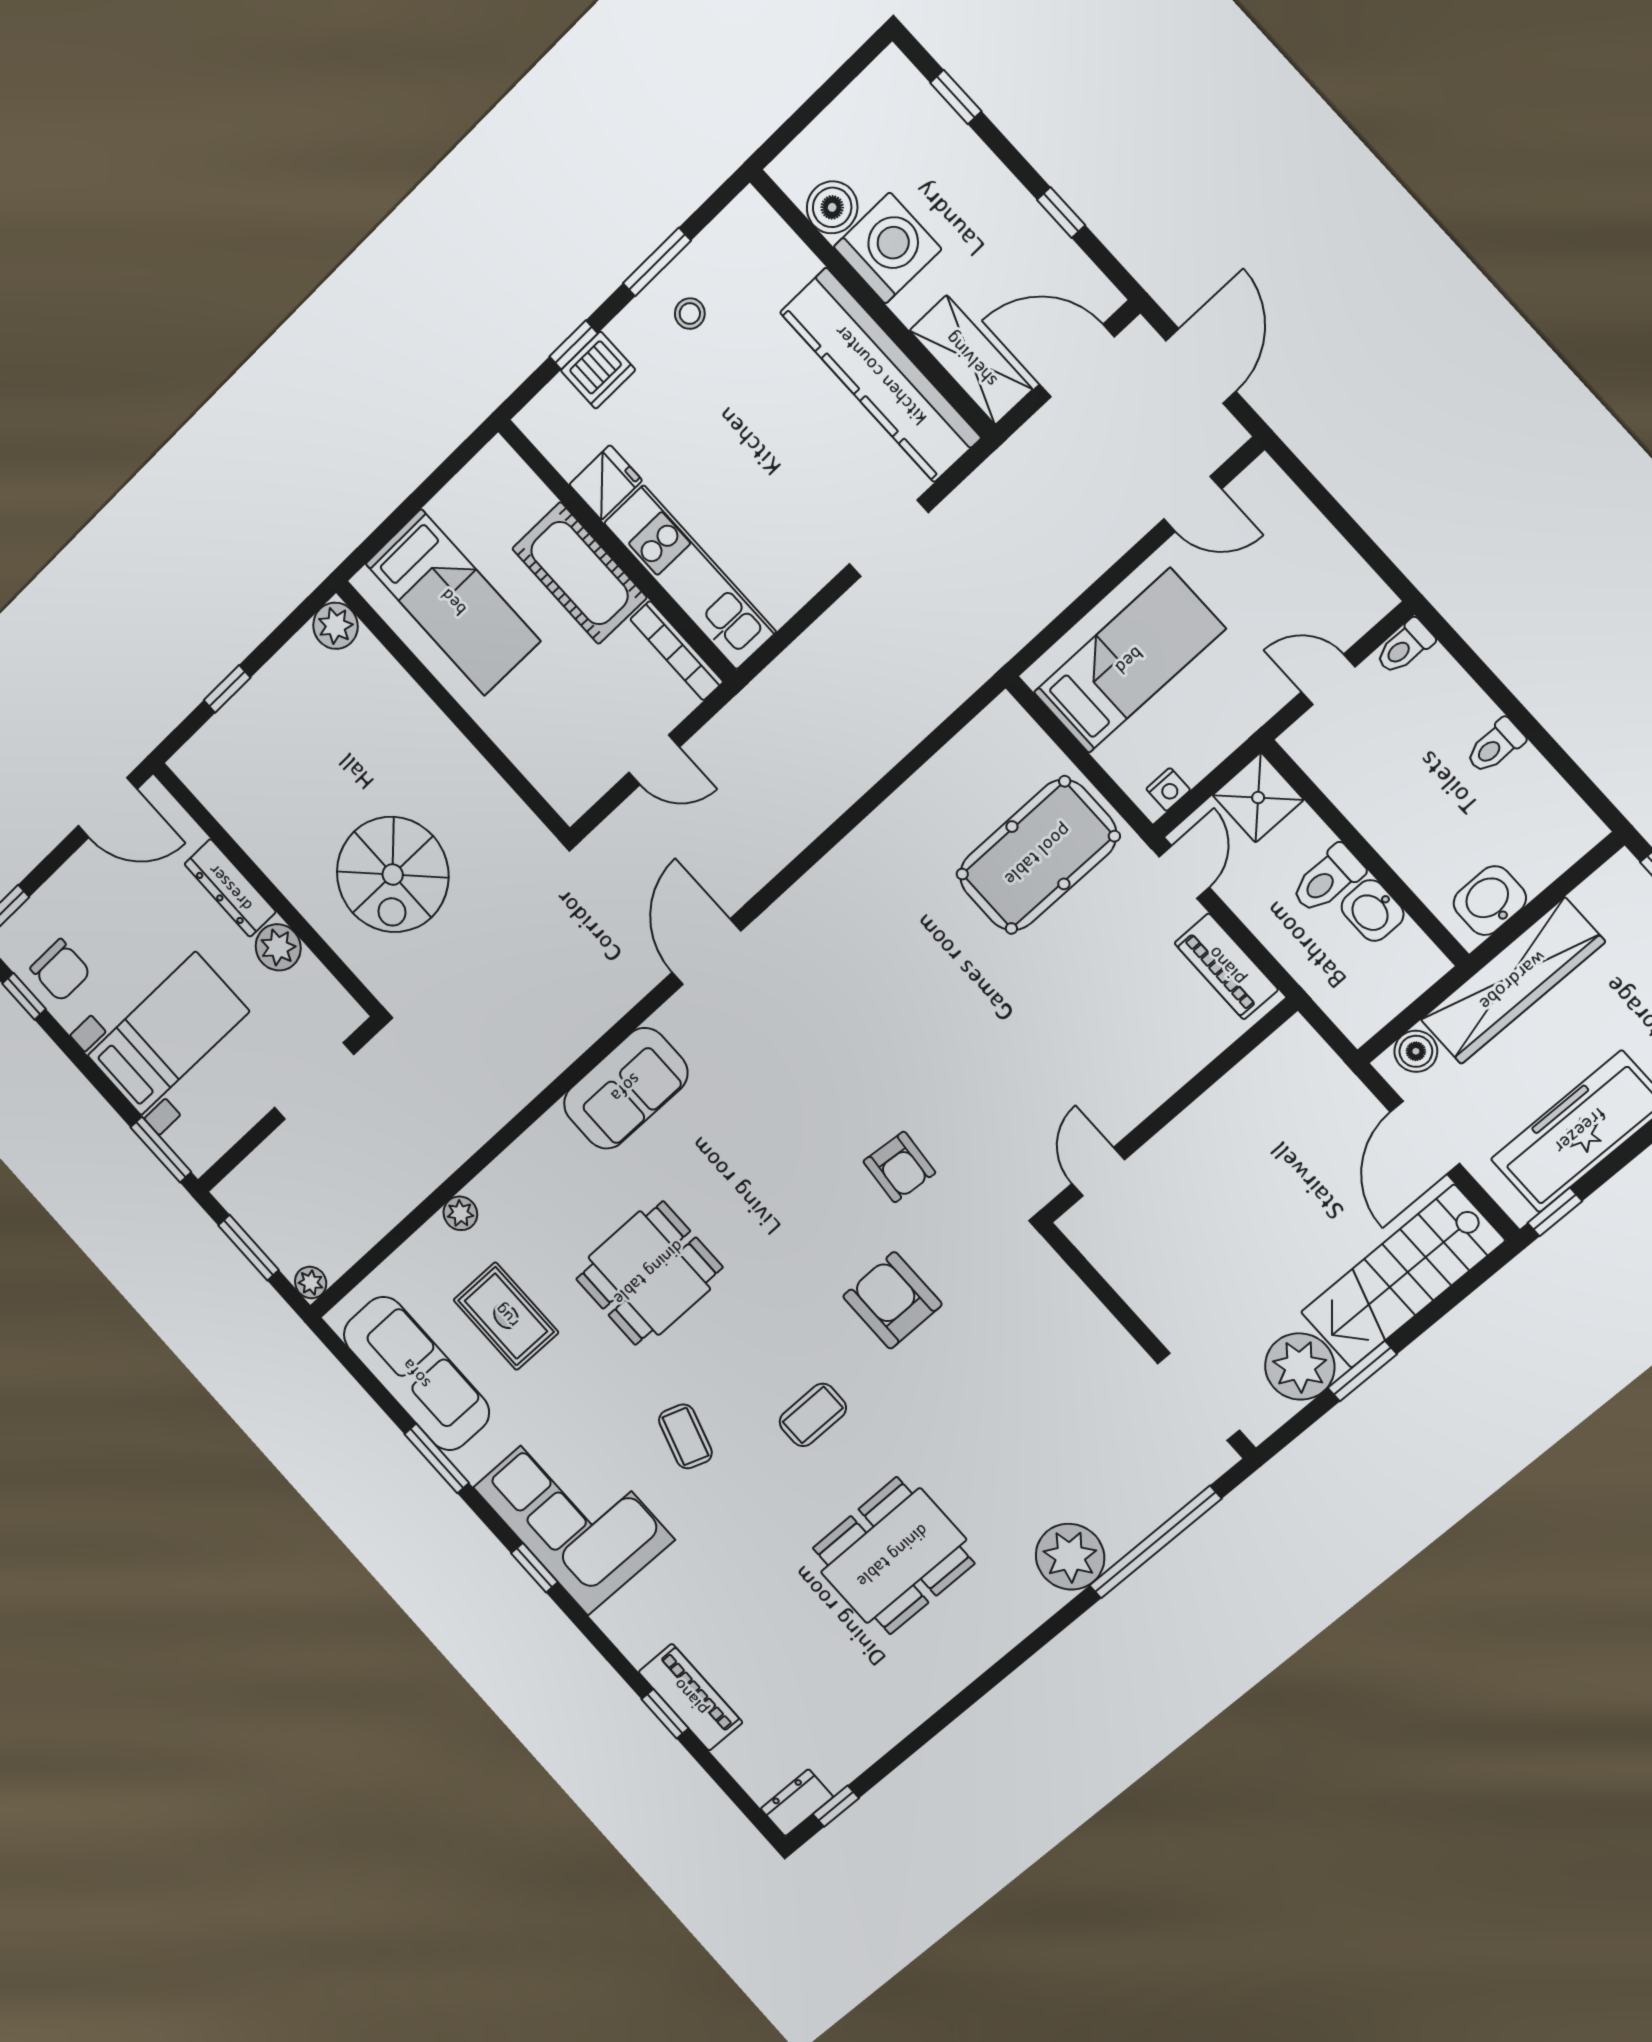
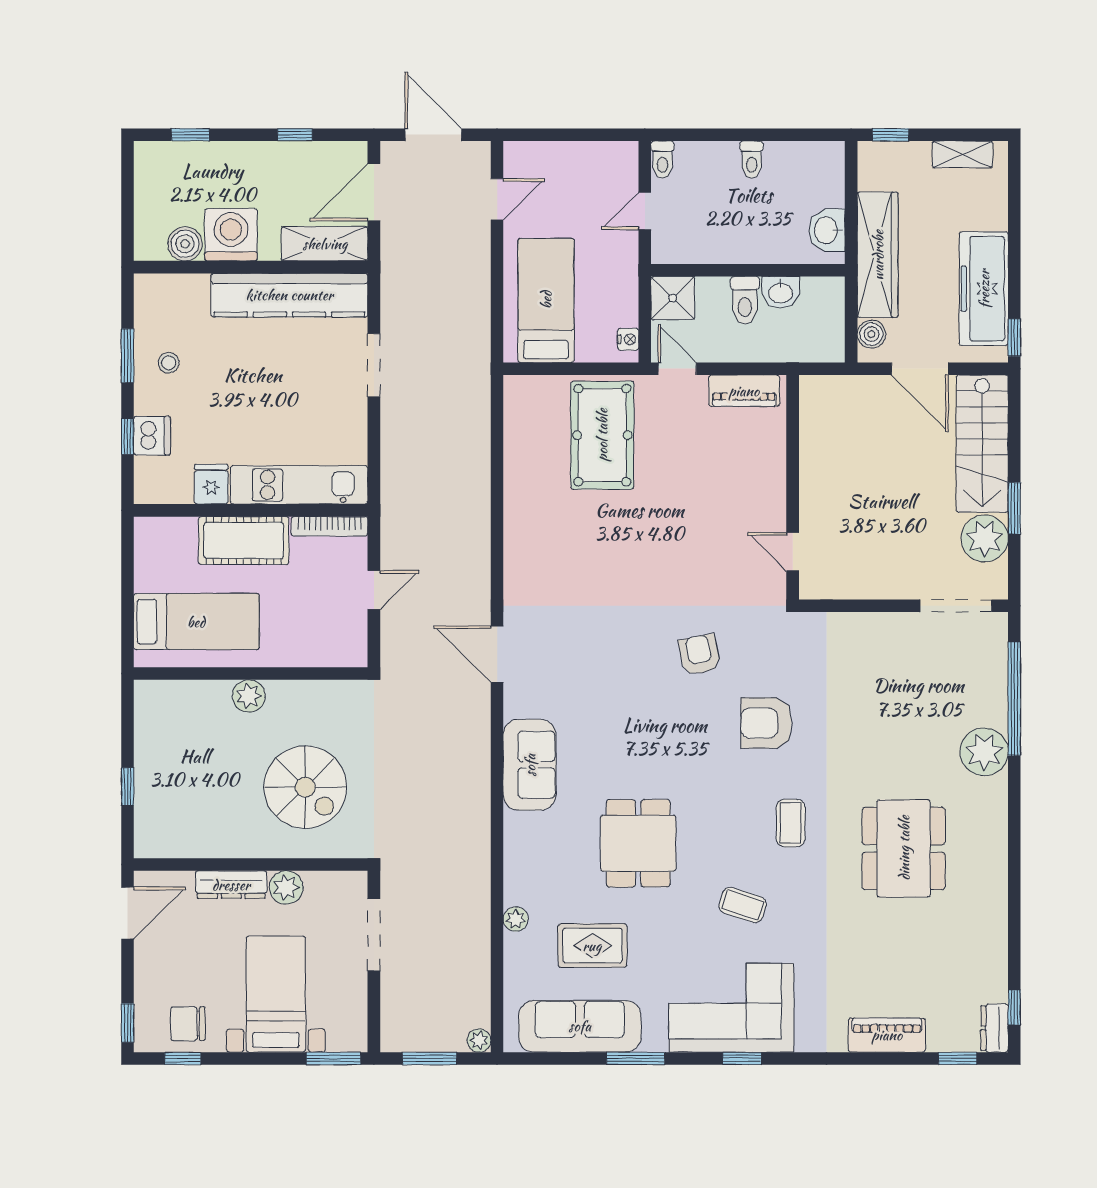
plant: (336, 626) -> (249, 696), moved
chair: (60, 970) -> (188, 1024), turned 180
armchair: (899, 1167) -> (699, 655), turned -106
window: (665, 1714) -> (958, 1058), moved

